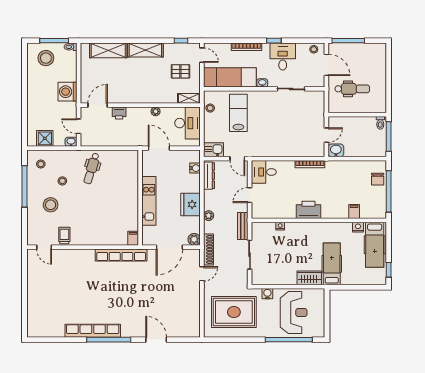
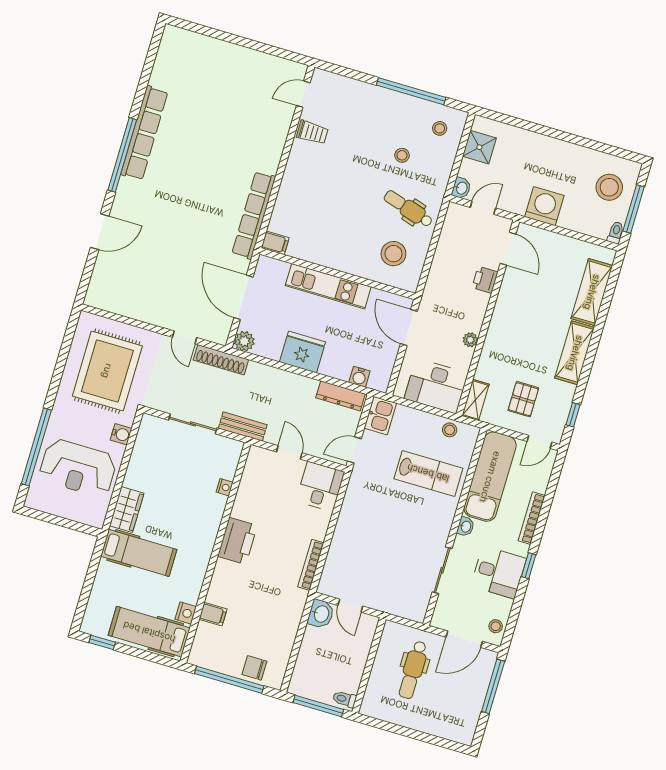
door: (159, 148) -> (409, 328), swing flipped
stool: (51, 205) -> (393, 254), moved
plant: (209, 216) -> (276, 376), removed

